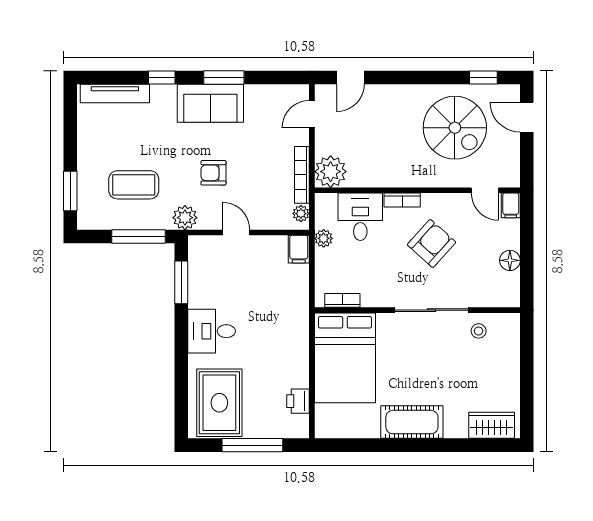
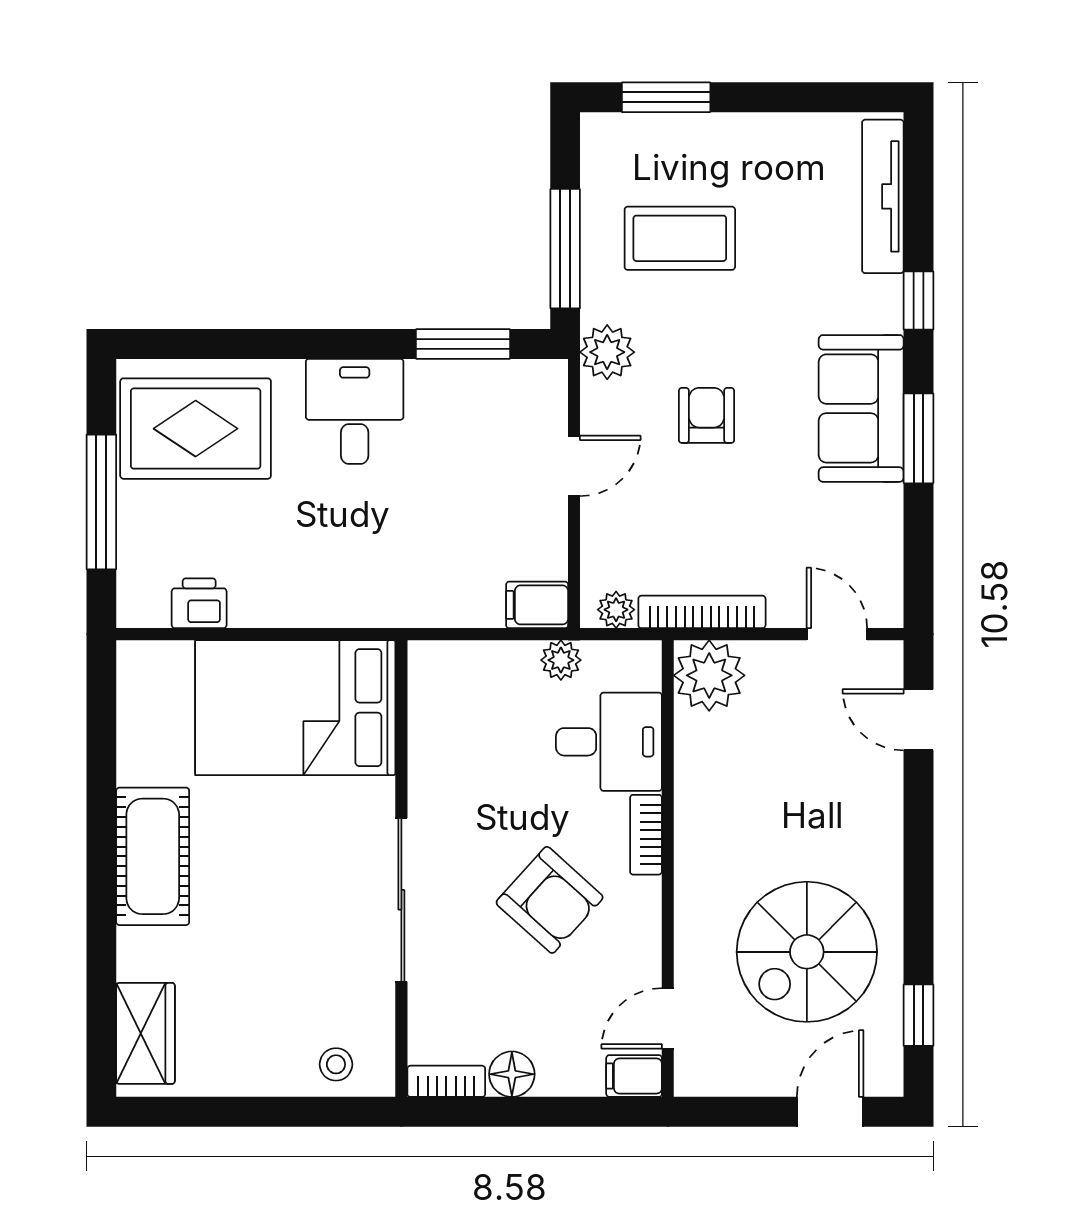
coffee table: (134, 185) -> (680, 238), turned 90
bookcase: (342, 300) -> (446, 1081), moved, turned -90
stool: (479, 331) -> (336, 1064), moved

